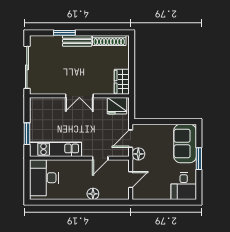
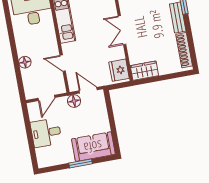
door: (131, 180) -> (46, 98), hinge flipped
desk: (184, 186) -> (46, 133), moved

